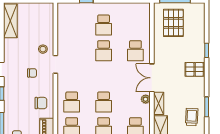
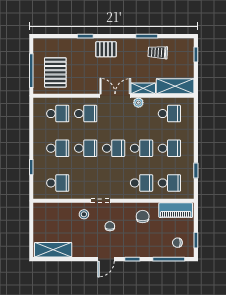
pallet: (173, 23) -> (55, 72), turned 90
school desk: (72, 25) -> (58, 183), added
school desk: (135, 25) -> (58, 114), added
pallet: (195, 69) -> (106, 49), turned 90
school desk: (104, 76) -> (114, 148), added
double door: (152, 78) -> (115, 96), swing flipped

